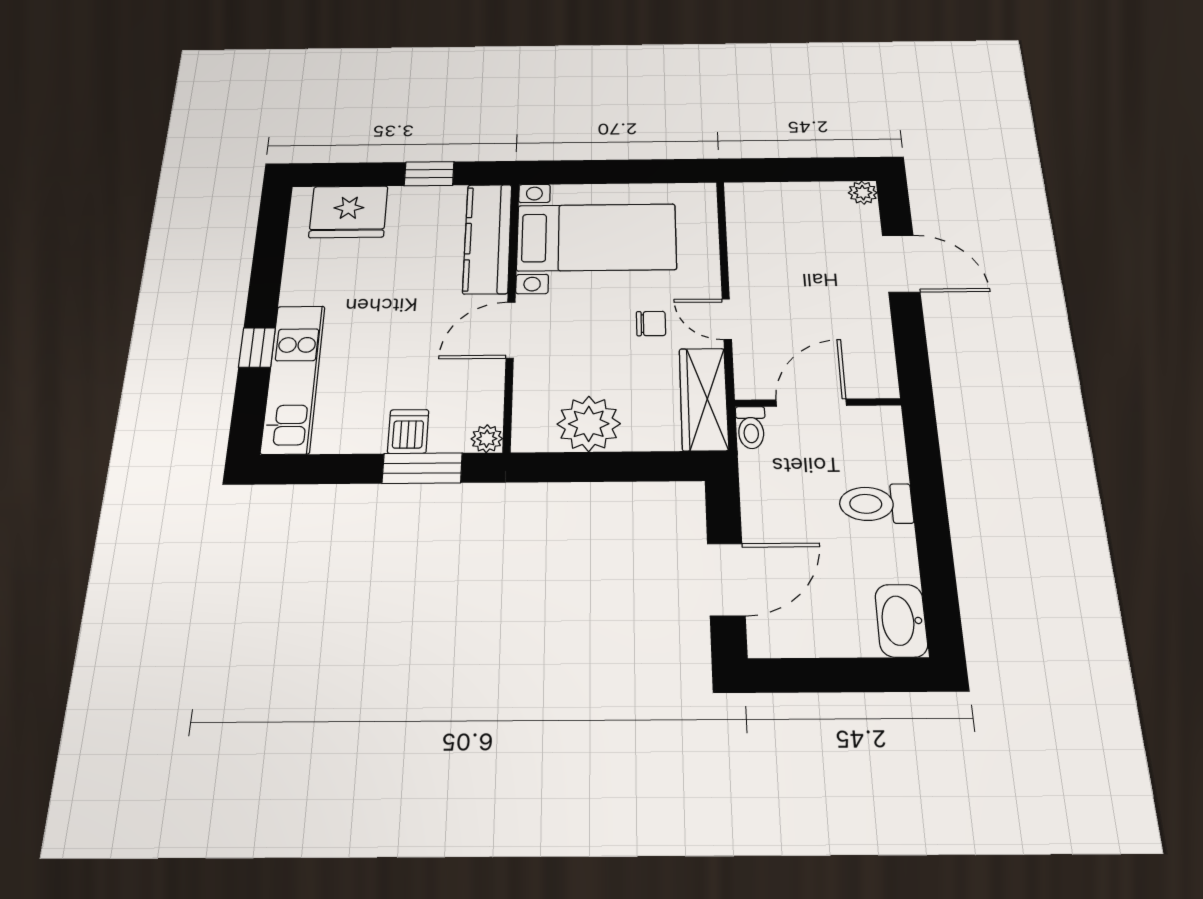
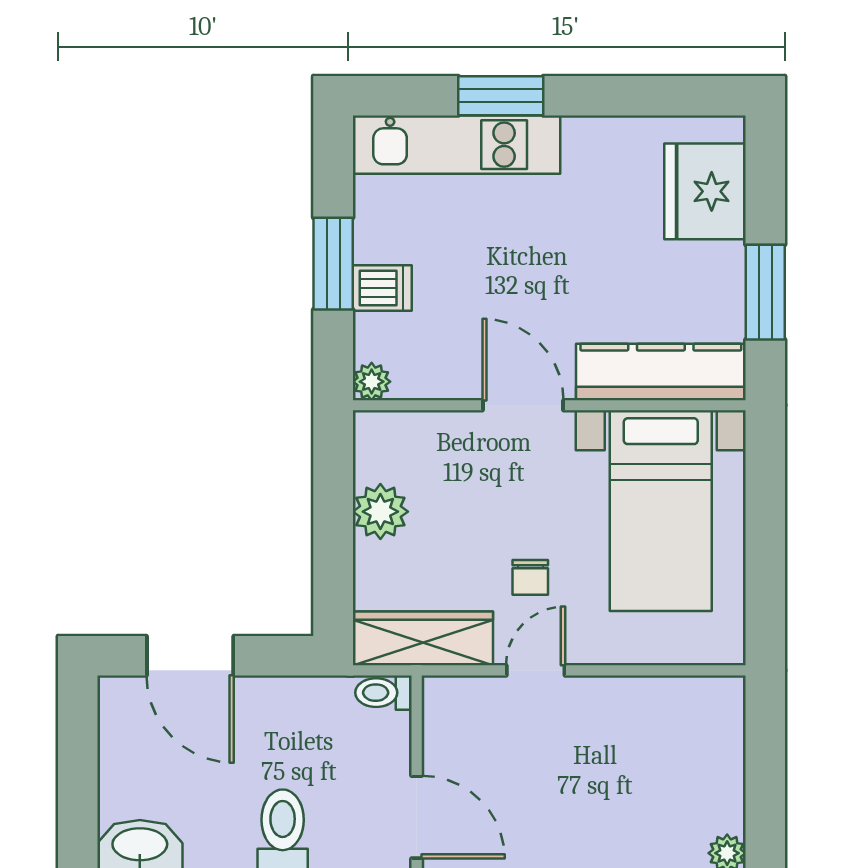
window: (429, 174) -> (765, 292), width x1.50
window: (257, 348) -> (501, 96), width x1.50
door: (811, 403) -> (417, 817), moved
plant: (589, 424) -> (380, 512), width x0.73, depth x0.73
window: (422, 468) -> (333, 264), moved

